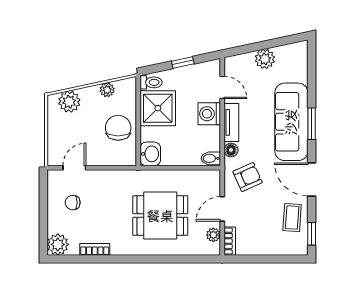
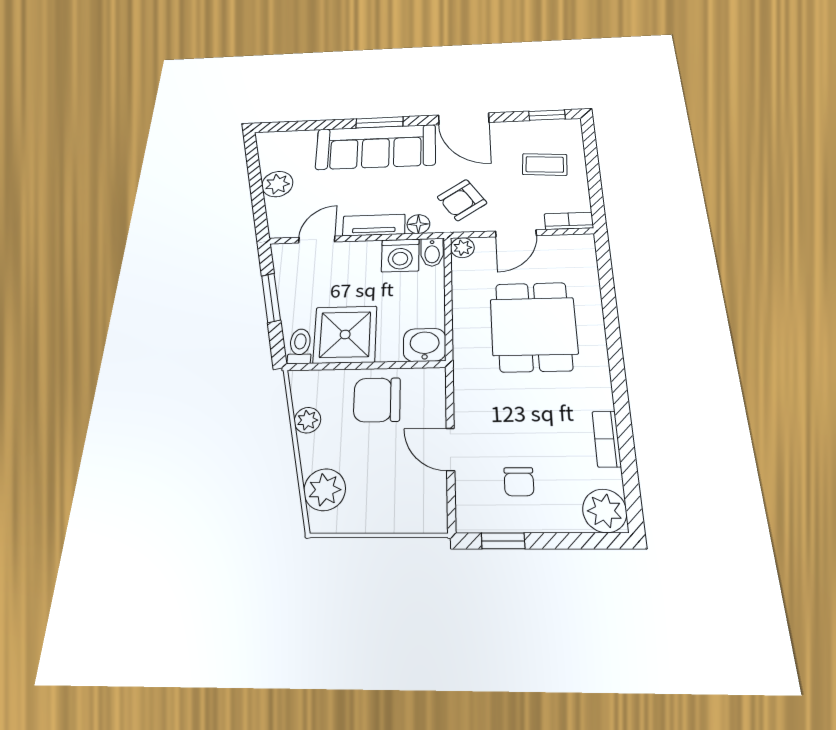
window: (183, 62) -> (271, 298), width x1.50
washing machine: (209, 114) -> (400, 255), moved
door: (74, 168) -> (451, 449), moved
armchair: (248, 177) -> (462, 200), turned -100
door: (312, 179) -> (464, 119), hinge flipped
window: (43, 193) -> (503, 541), added
door: (222, 209) -> (516, 233), hinge flipped
coffee table: (292, 218) -> (545, 164), moved
plant: (213, 235) -> (462, 248), moved

